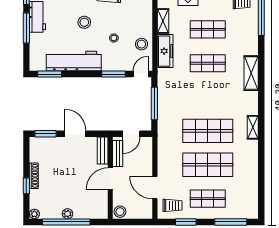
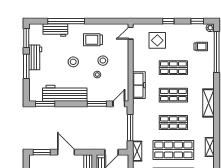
shelving: (163, 21) -> (137, 151), moved
stool: (141, 44) -> (103, 61), moved
shop shelf: (208, 97) -> (173, 122), added

